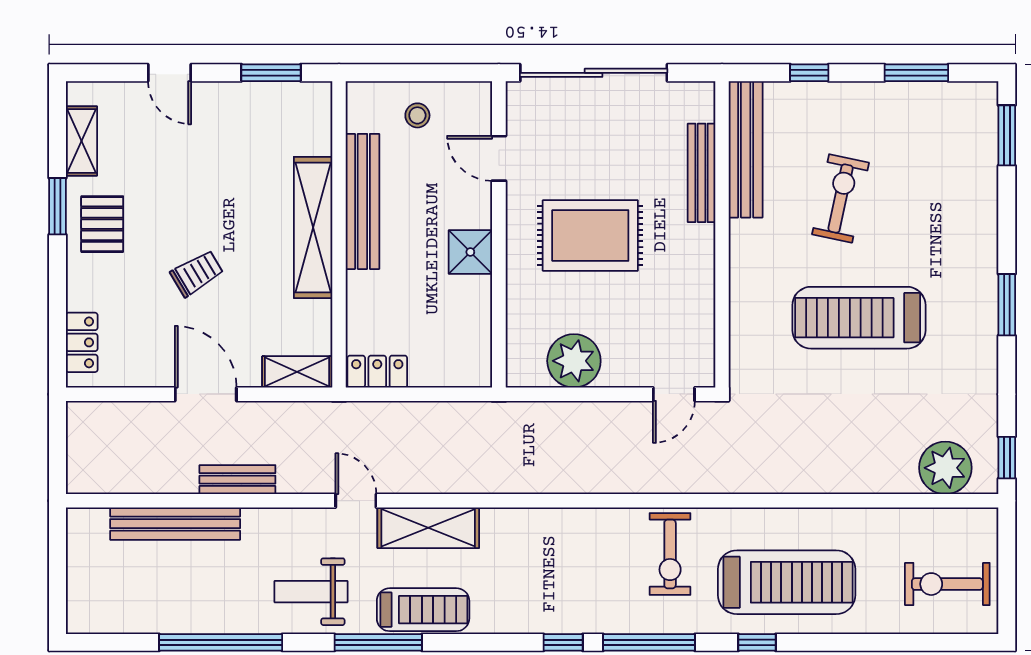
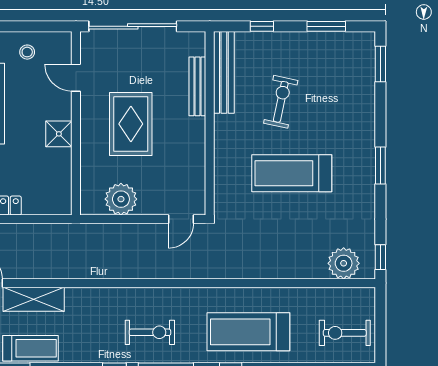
rug: (590, 235) -> (131, 124), turned 90
exercise bike: (670, 554) -> (150, 332), moved, turned -90
treadmill: (787, 582) -> (248, 332), turned 180

